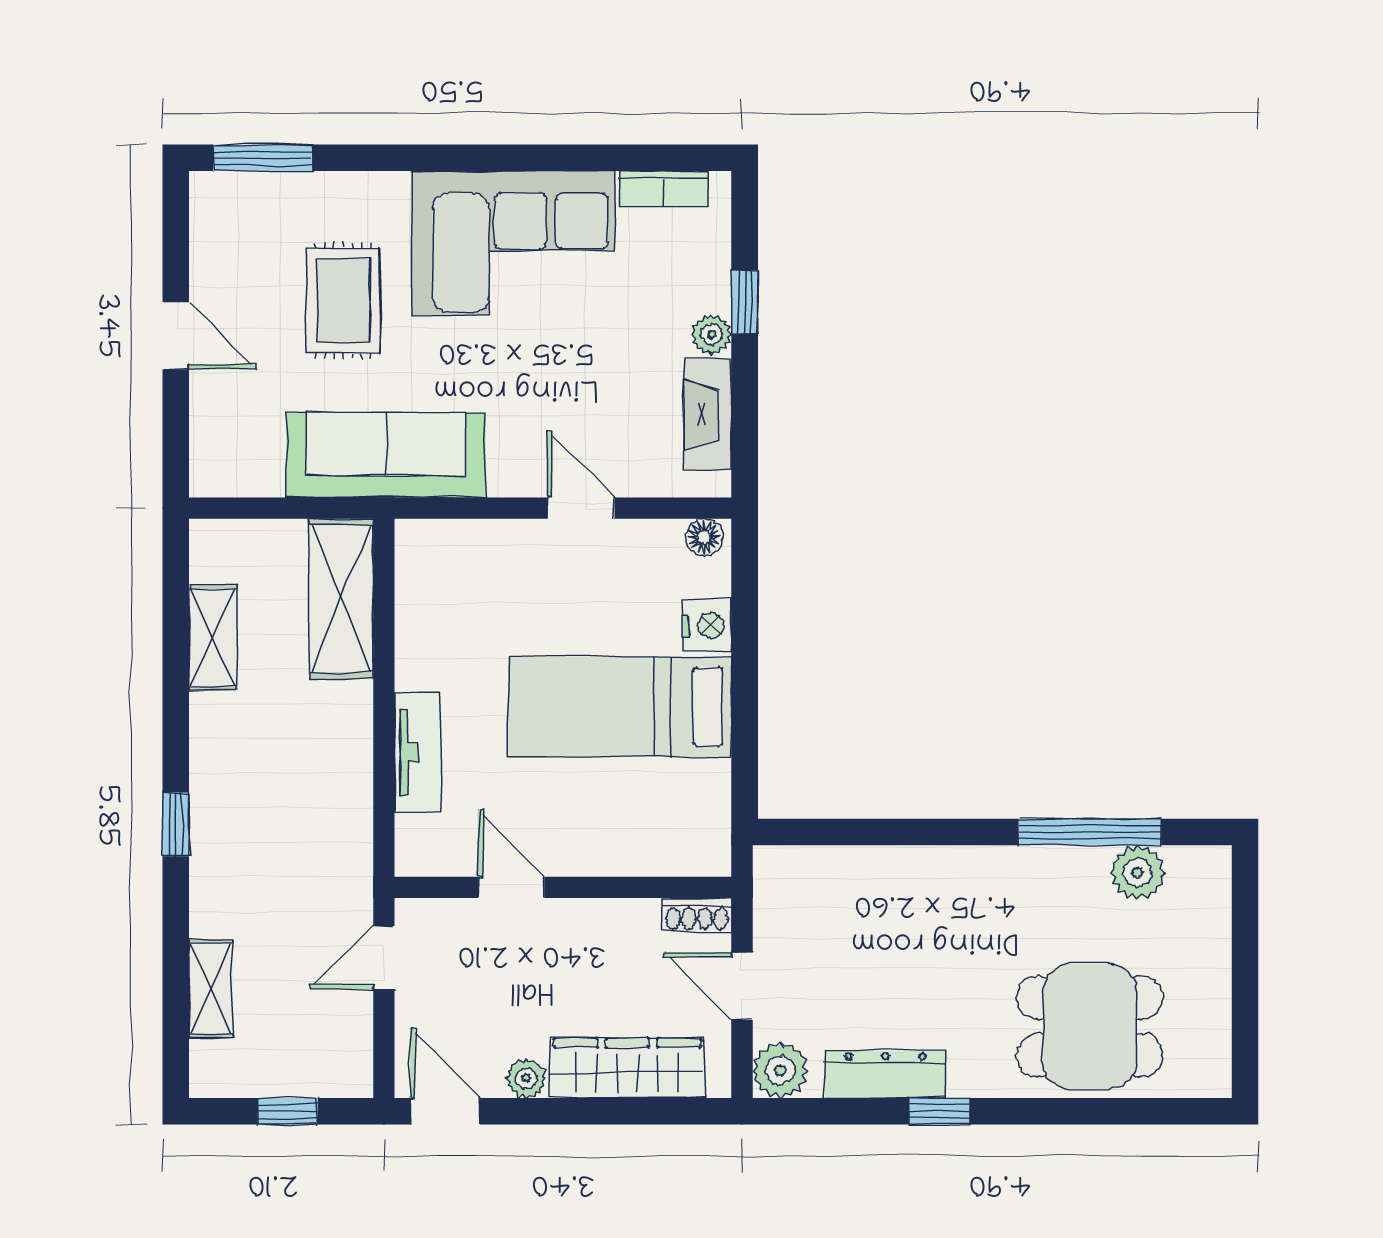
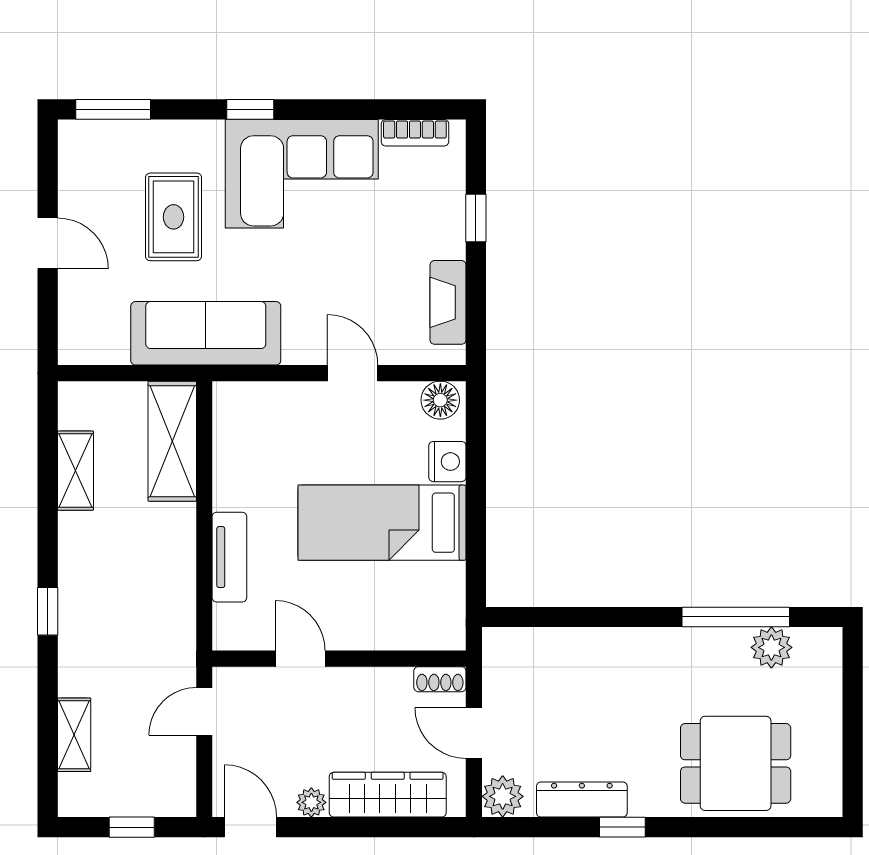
window: (445, 158) -> (250, 109), added
plant: (712, 334) -> (451, 242), removed
floor lamp: (704, 537) -> (440, 400), width x1.37, depth x1.37

